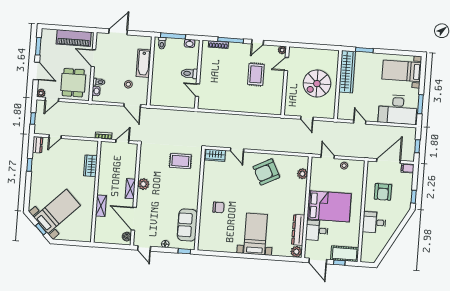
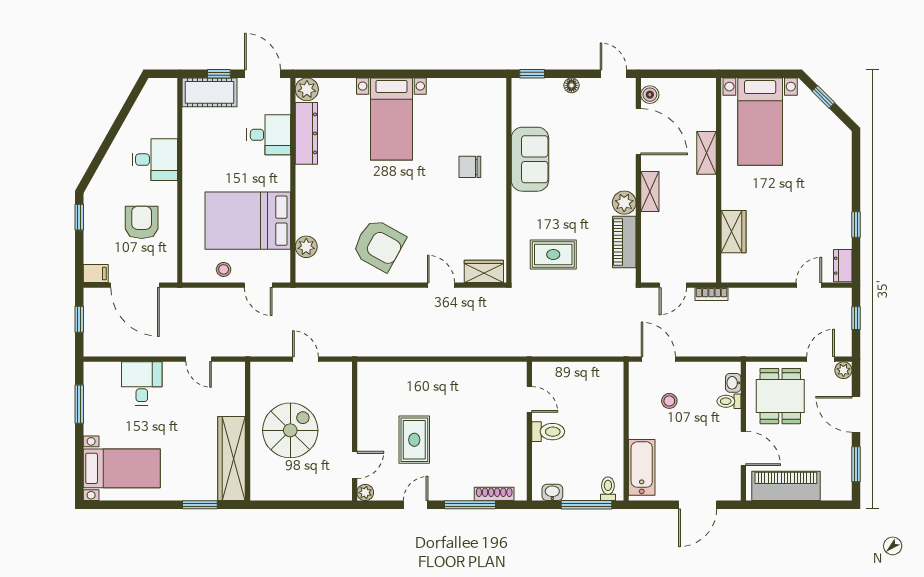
bathtub: (144, 63) -> (642, 467), moved
desk: (398, 110) -> (142, 383), width x0.53, depth x0.77
door: (389, 161) -> (135, 285), hinge flipped
piano: (145, 165) -> (624, 242), added
armchair: (266, 172) -> (379, 245), turned 56
bed: (329, 206) -> (248, 221), moved
bed with nightstands: (57, 211) -> (760, 122), moved, turned -45
sofa: (187, 225) -> (530, 159), moved

